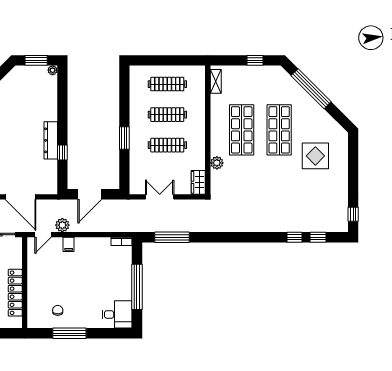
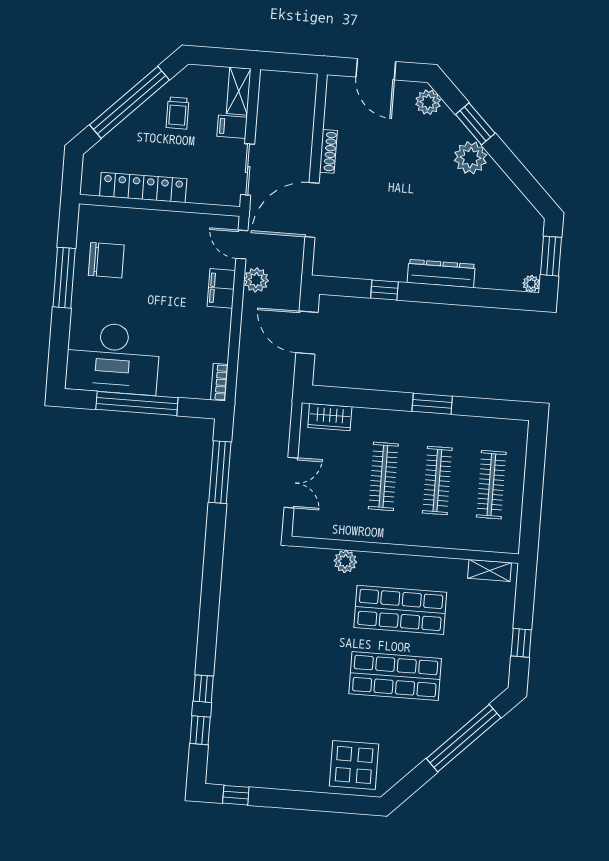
window: (124, 138) -> (432, 404), moved
dresser: (51, 140) -> (441, 273), moved
display table: (315, 156) -> (354, 765), moved
wardrobe: (198, 182) -> (330, 417), moved, turned 180
double door: (160, 197) -> (291, 483), moved
filing cabinet: (69, 244) -> (221, 288), width x2.00
chair: (58, 310) -> (106, 260), width x1.87, depth x1.87
desk: (117, 314) -> (113, 358), width x1.87, depth x1.30

